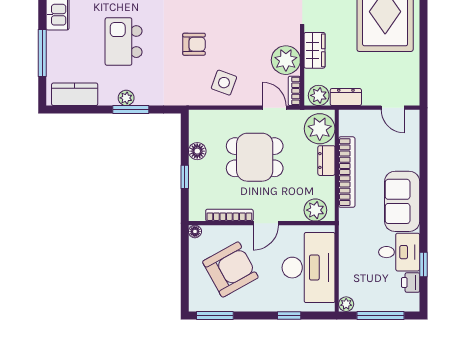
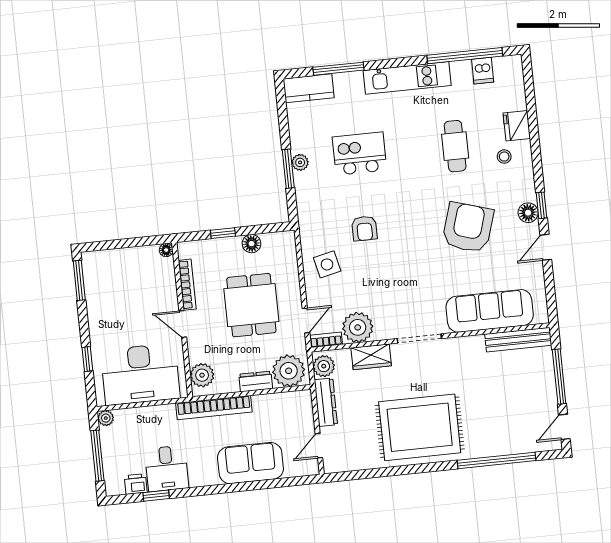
side table: (224, 83) -> (327, 264), turned -33
kitchen counter: (75, 94) -> (309, 88), moved, turned 90
dresser: (346, 97) -> (326, 402), width x1.44
bookcase: (347, 172) -> (214, 408), moved
sofa: (402, 201) -> (250, 463), moved
armchair: (230, 270) -> (130, 292), removed

